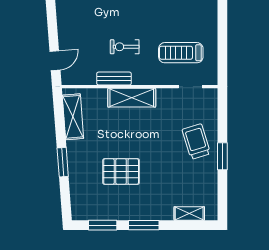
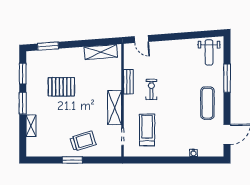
shelving: (132, 98) -> (115, 108), moved
window: (63, 162) -> (48, 46), moved
pallet: (121, 171) -> (61, 87), turned 90
shelving: (189, 214) -> (31, 126), moved

